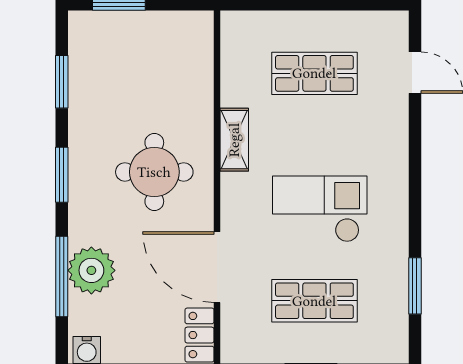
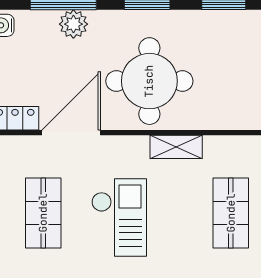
round table: (154, 172) -> (149, 81), width x1.36, depth x1.36
plant: (91, 270) -> (73, 24), width x0.73, depth x0.73

